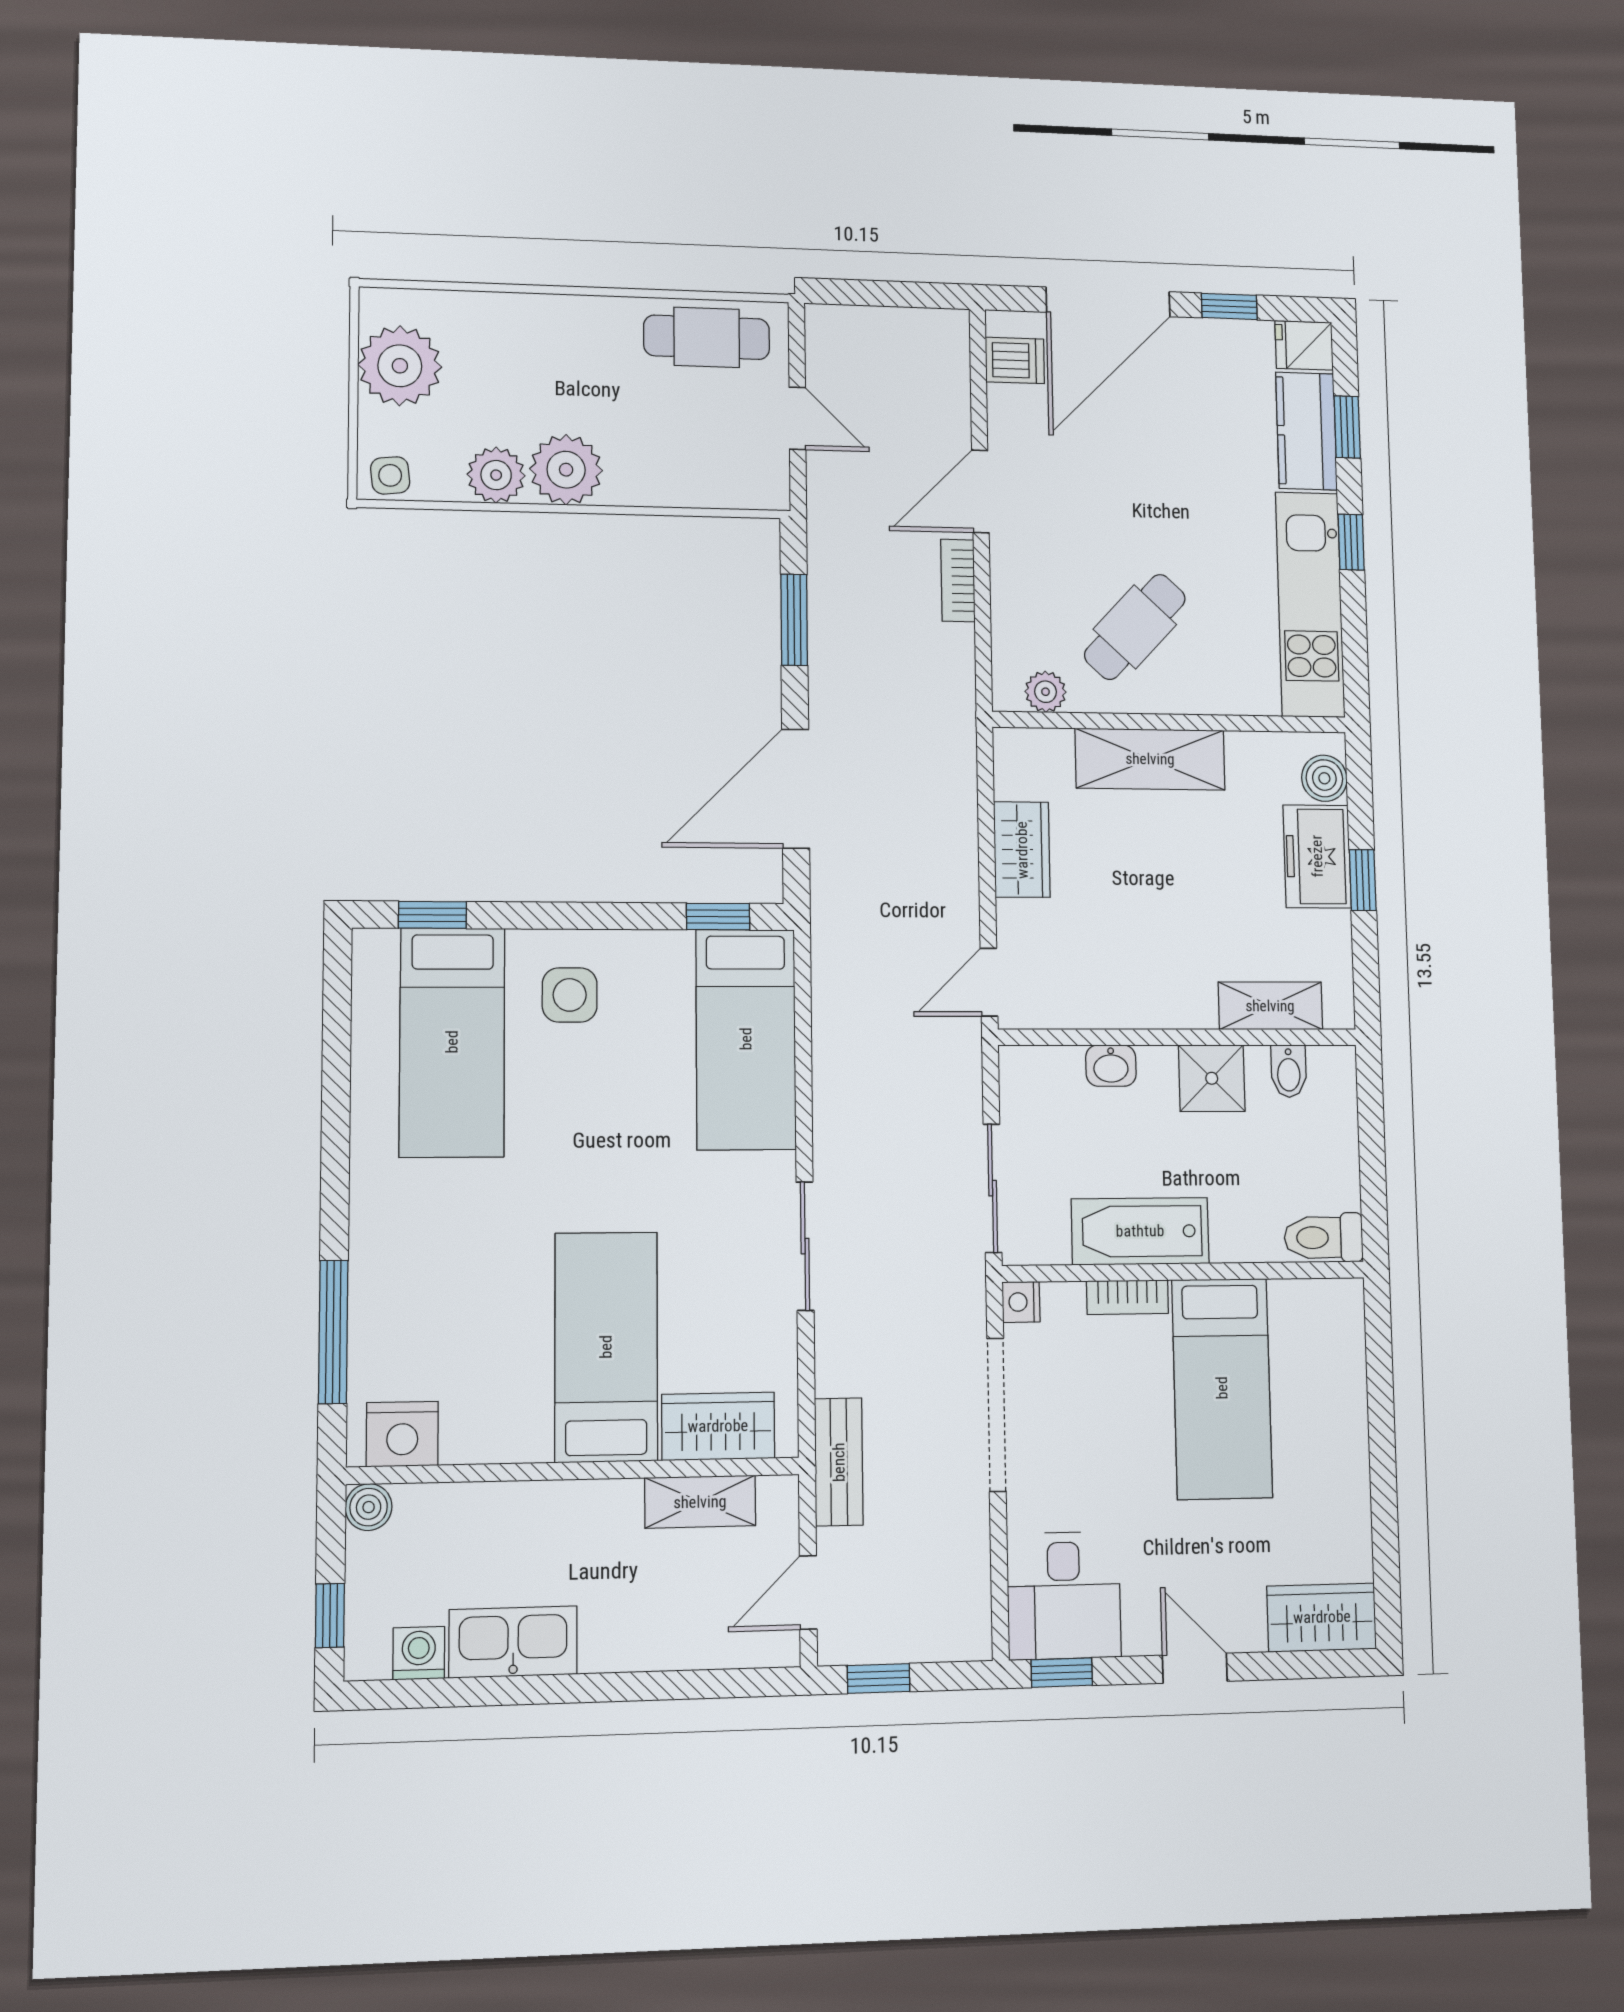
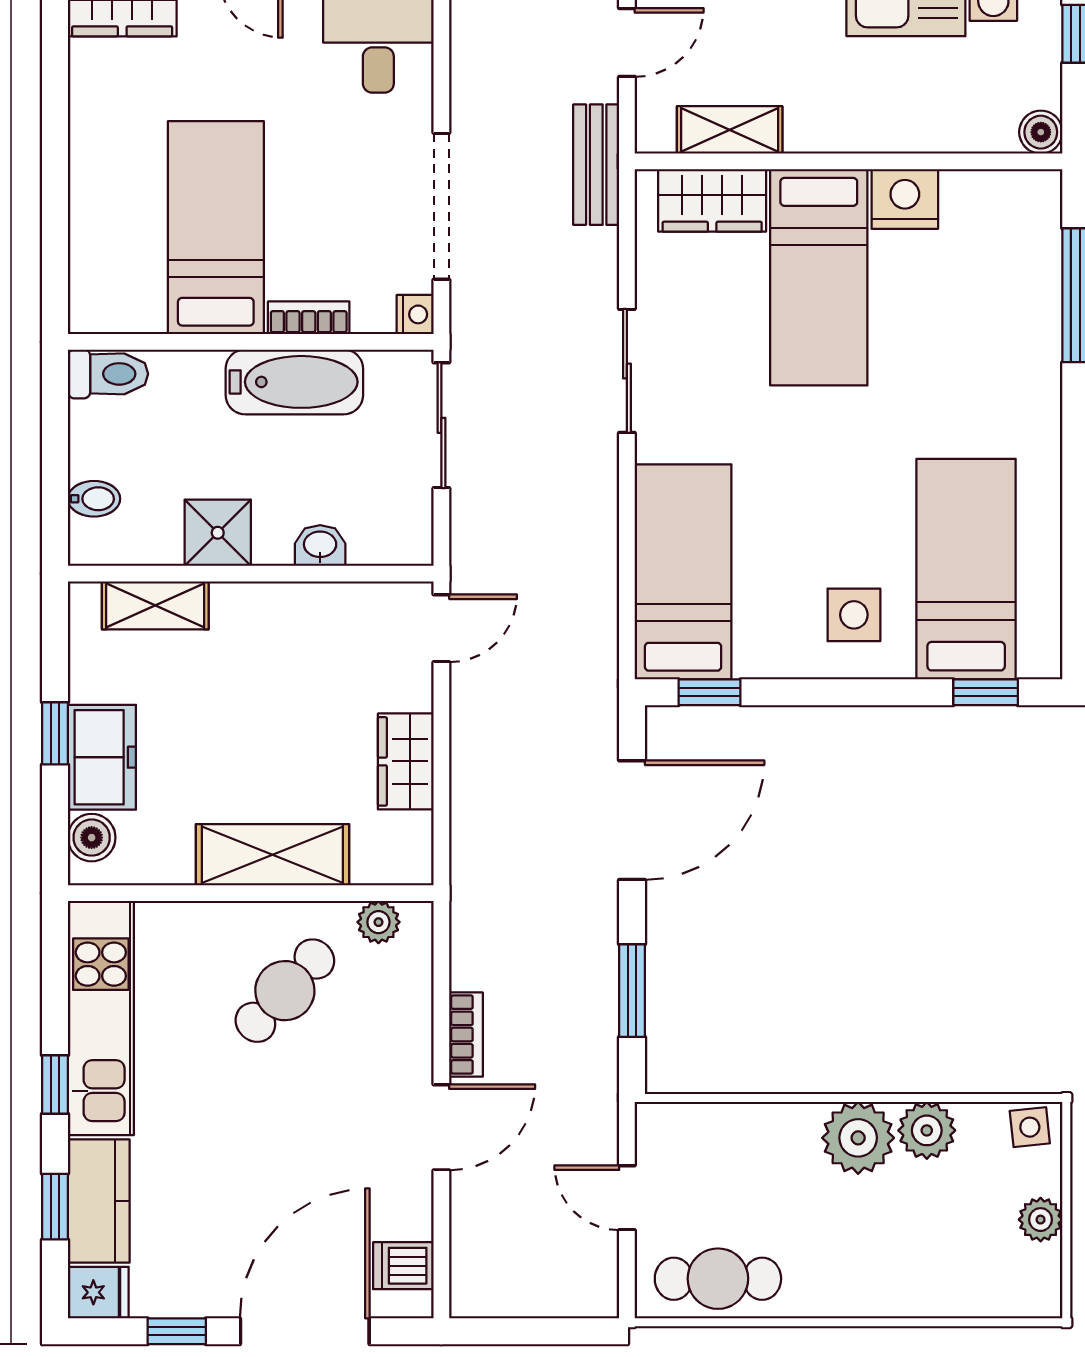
plant: (400, 366) -> (1041, 1220), width x0.53, depth x0.53
bidet: (1289, 1071) -> (94, 499), moved, turned 90
nightstand: (402, 1434) -> (905, 199), moved

